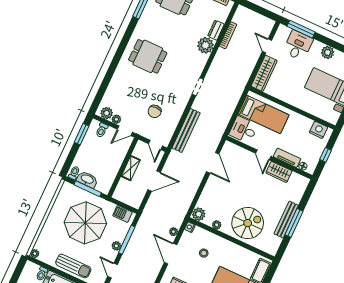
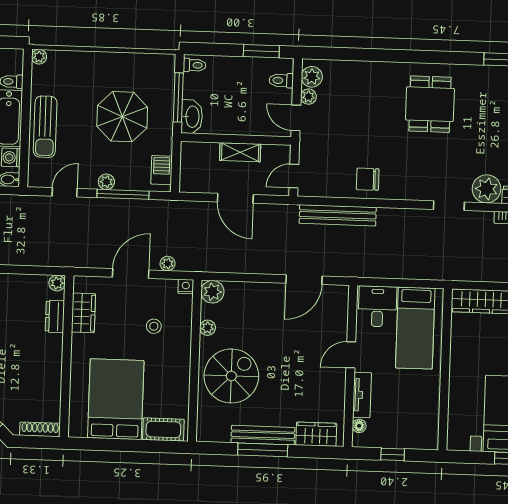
doorway: (198, 87) -> (449, 206), moved
chair: (155, 111) -> (368, 179), moved
nightstand: (318, 130) -> (428, 426), removed
wardrobe: (279, 172) -> (316, 434), moved, turned 90
washbasin: (87, 179) -> (192, 117), moved
parasol: (85, 223) -> (122, 117), width x0.73, depth x0.73
spiral stairs: (248, 223) -> (231, 376), turned -90

